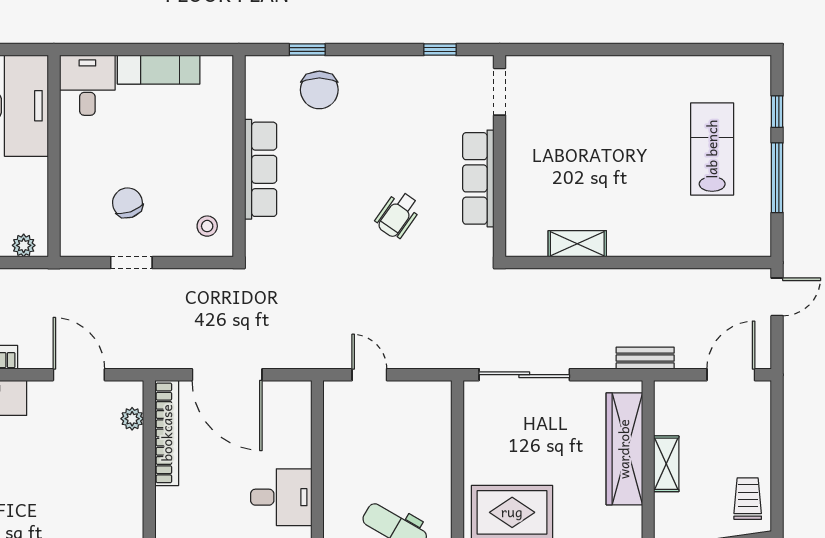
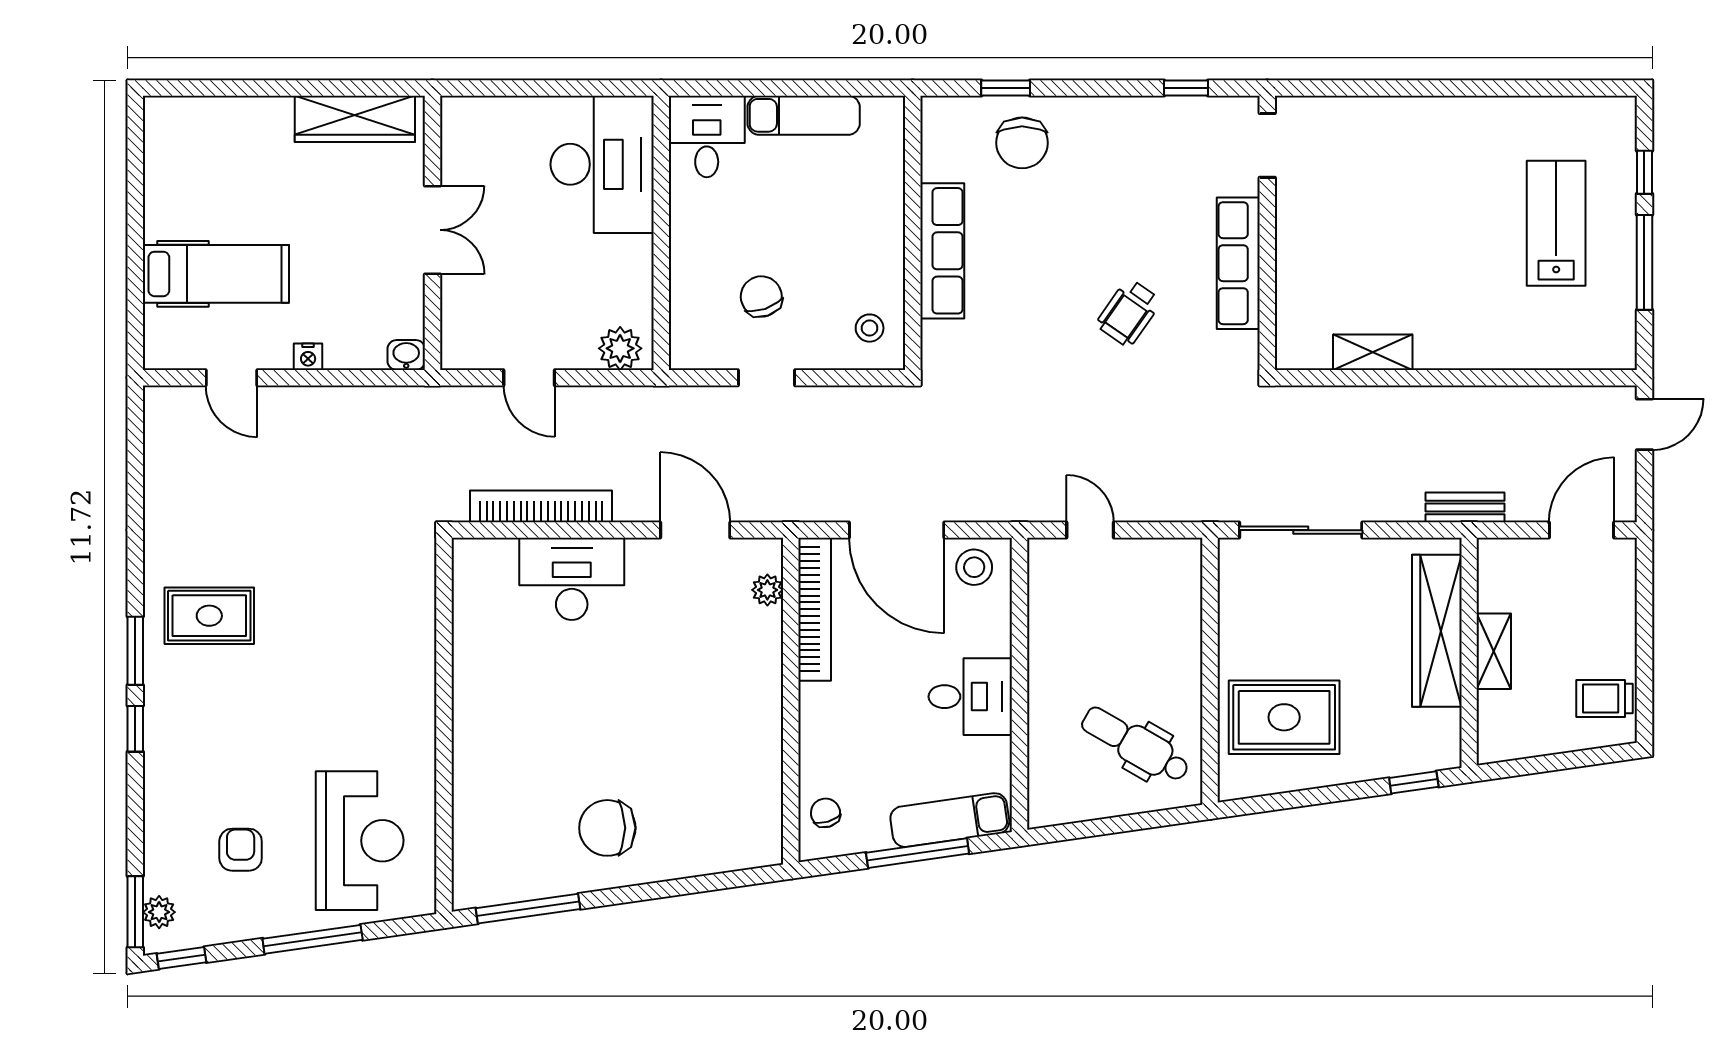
plant: (24, 245) -> (620, 348), width x1.38, depth x1.38
stool: (284, 402) -> (974, 567), added
trolley: (748, 499) -> (1604, 699), turned -90

